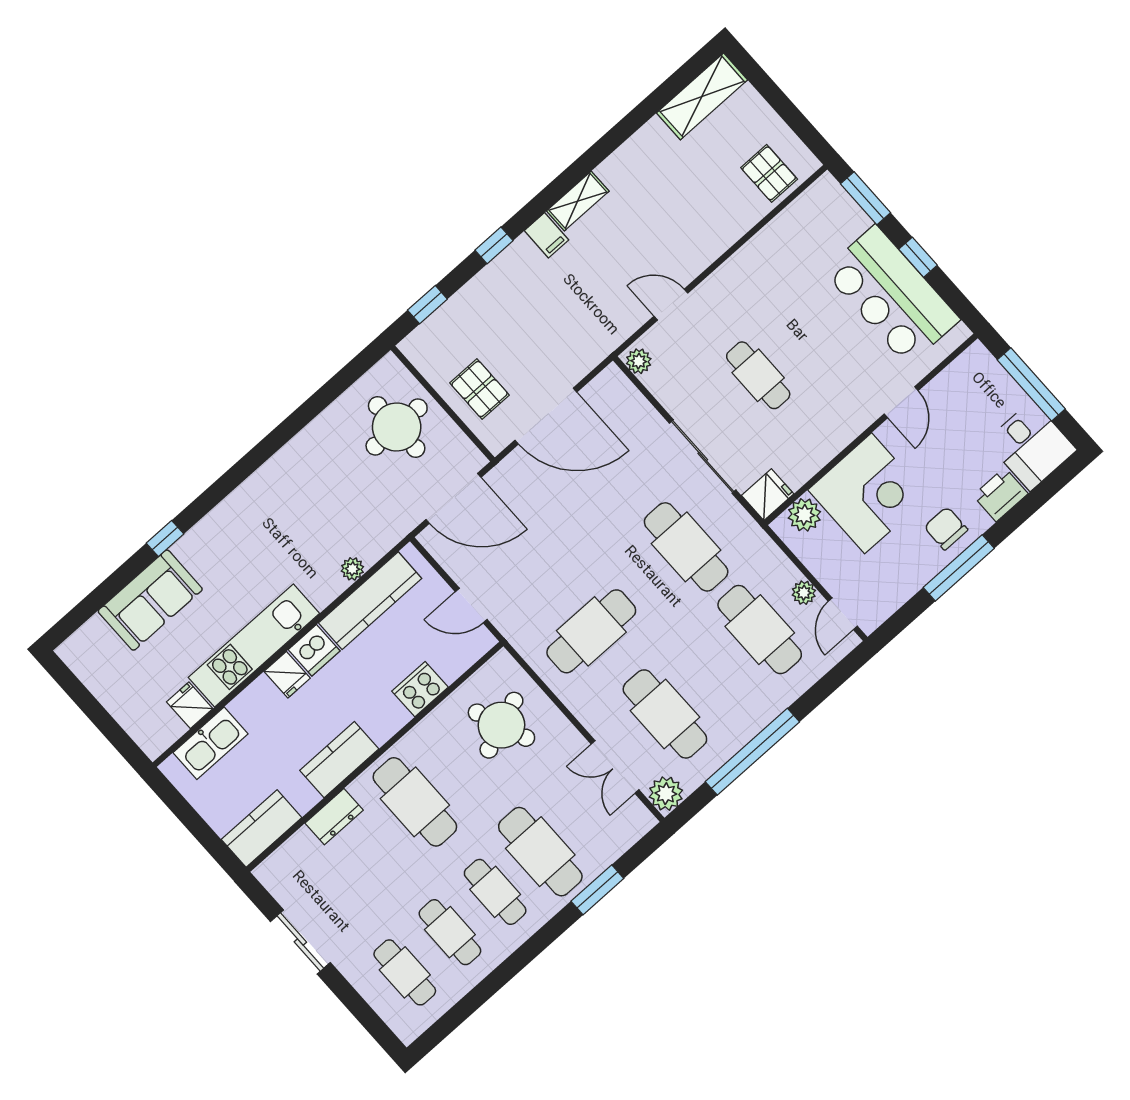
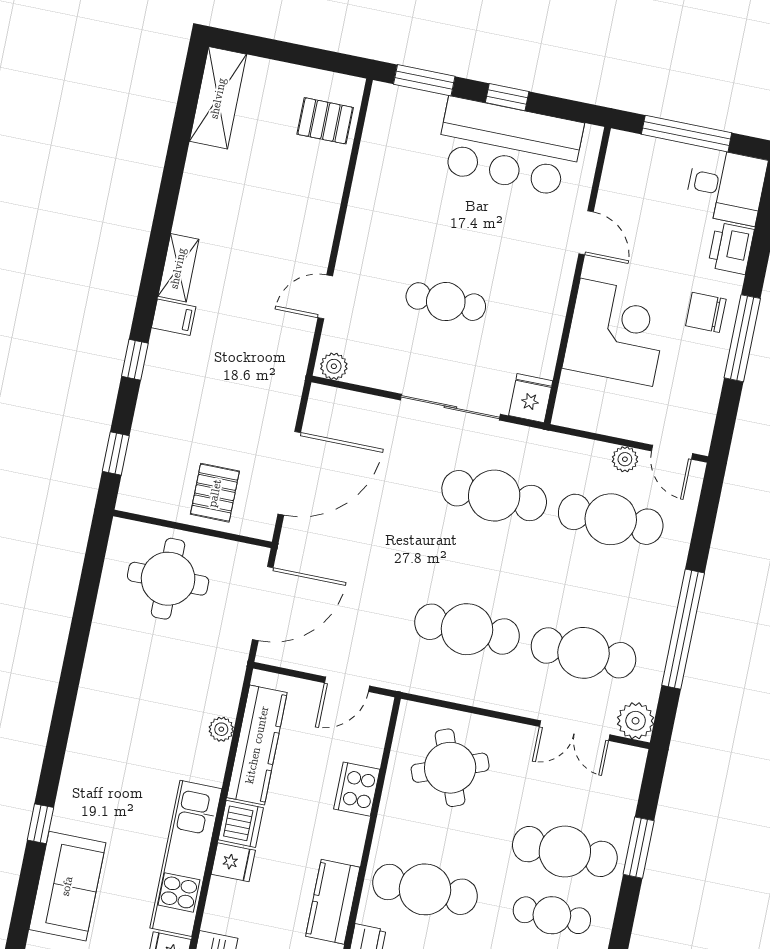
pallet: (480, 389) -> (215, 493), turned 90
plant: (804, 515) -> (575, 392), removed
cafe table: (591, 631) -> (467, 629), turned 90

